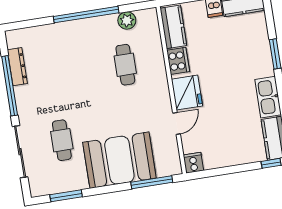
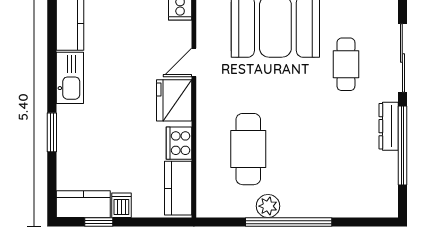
plant: (127, 20) -> (268, 206), moved
cafe table: (125, 65) -> (248, 149), width x1.37, depth x1.35
dresser: (17, 67) -> (389, 126), moved

